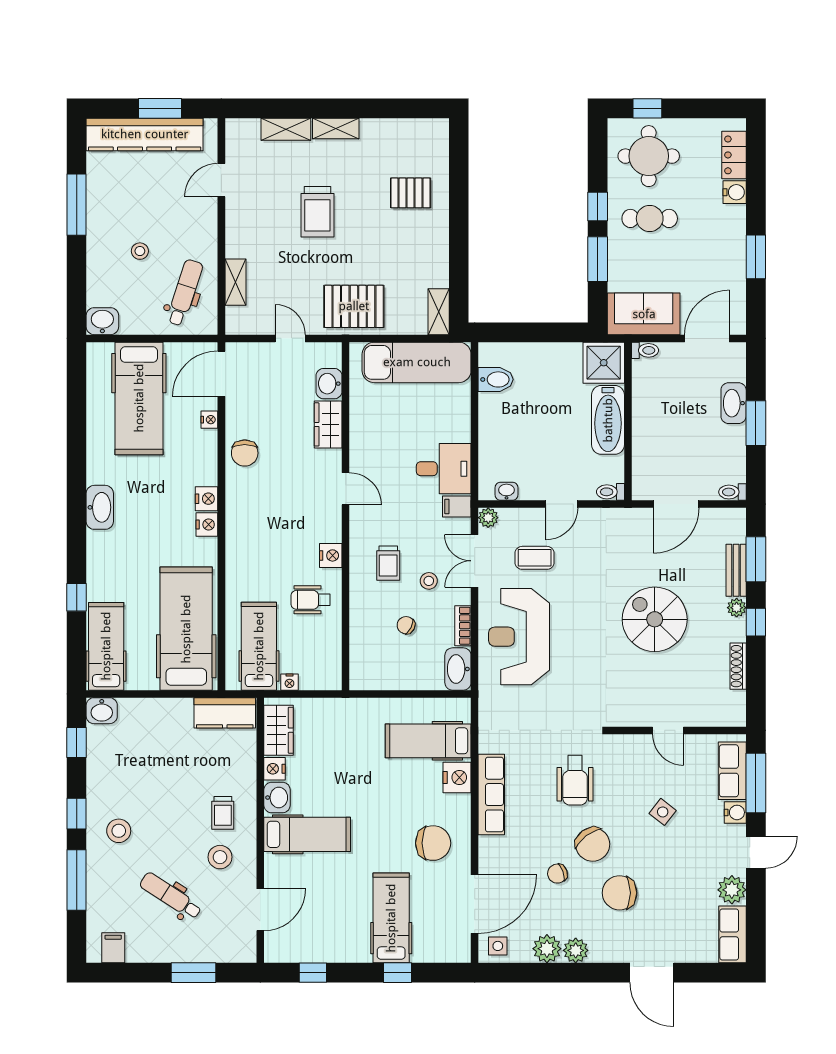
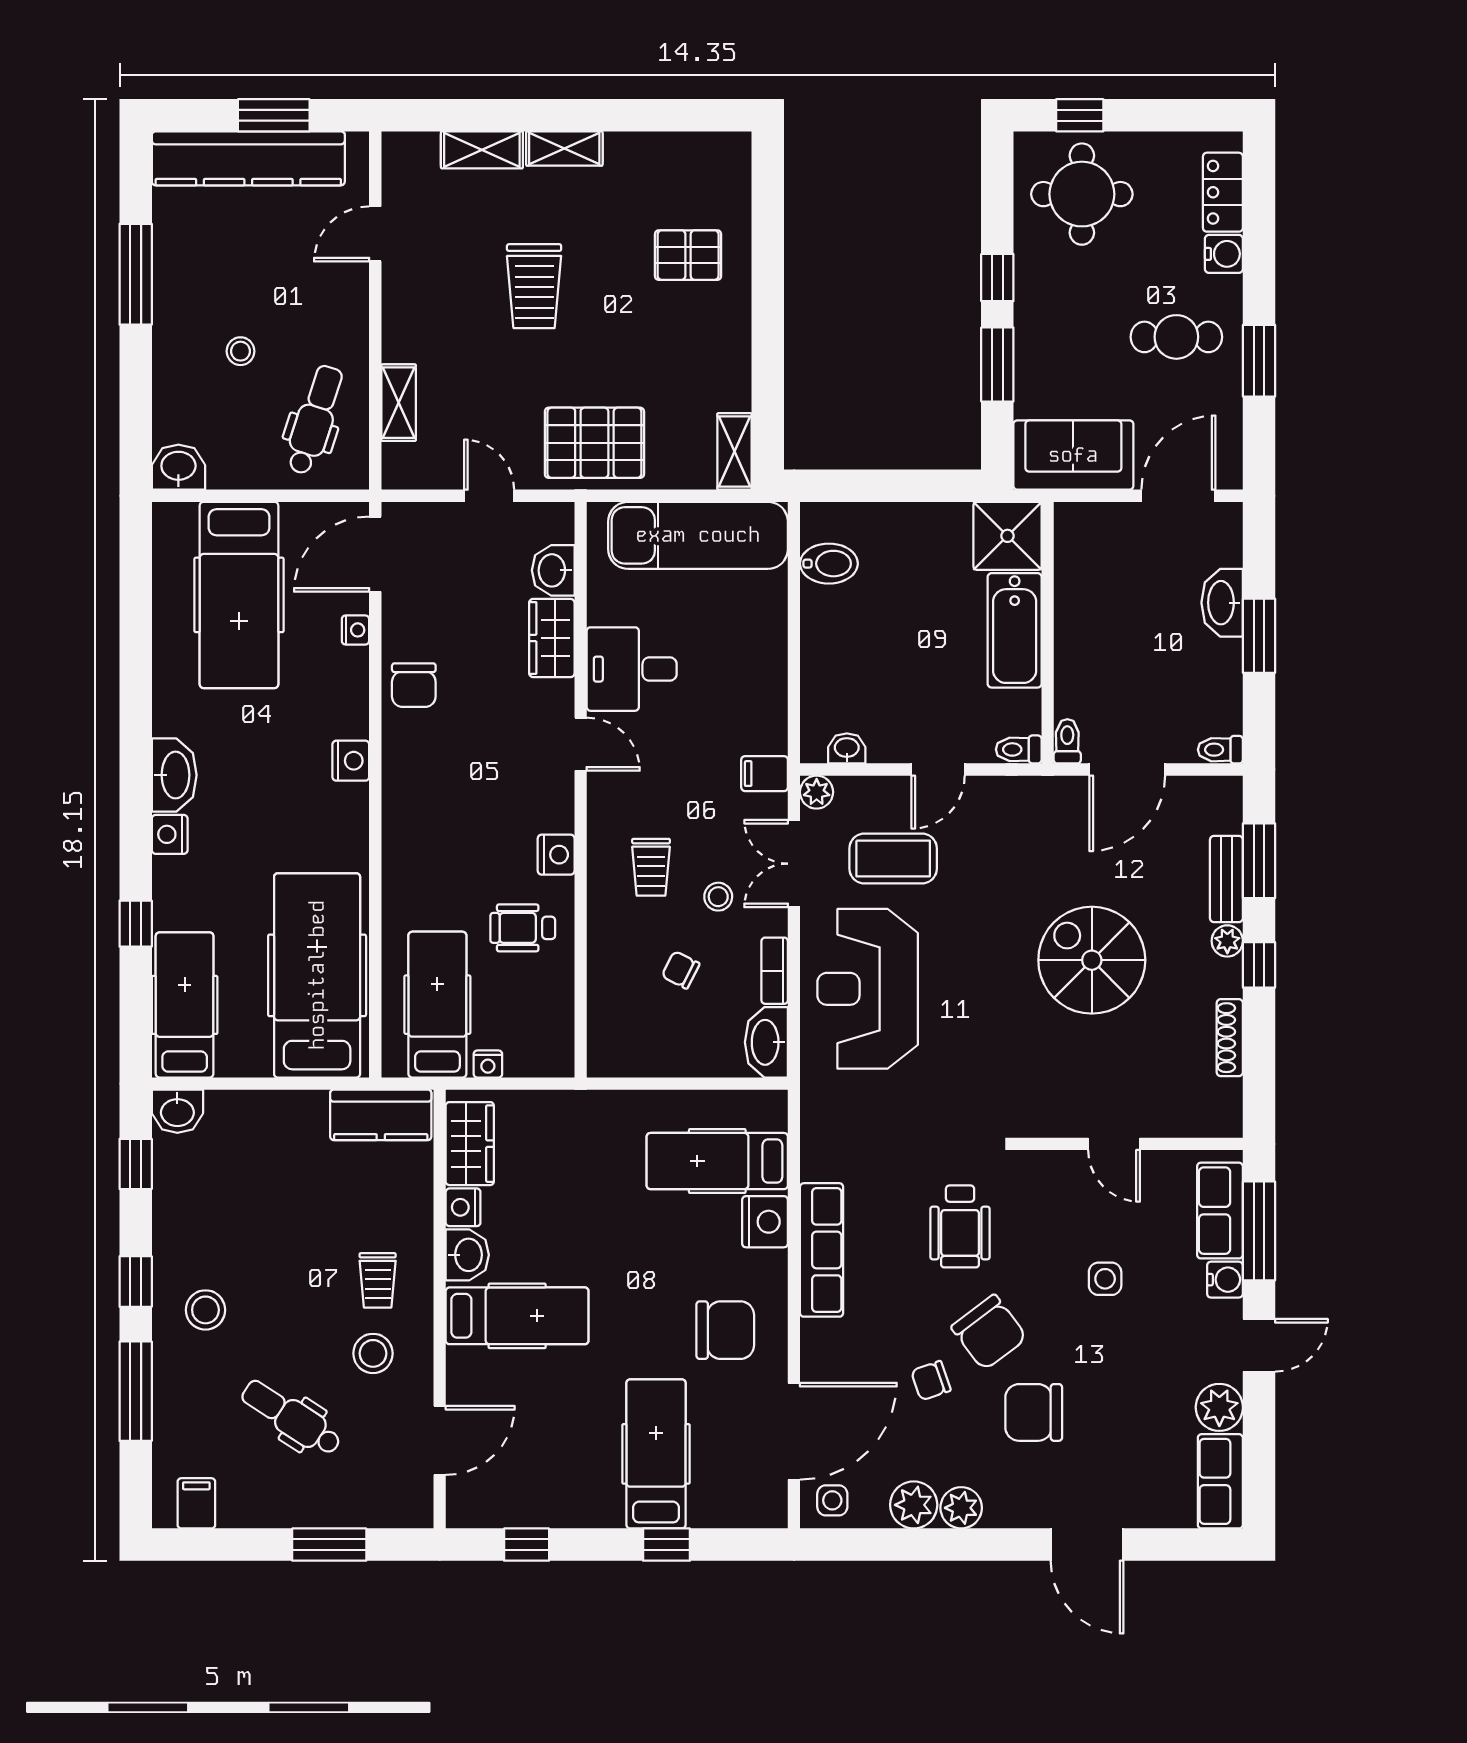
cafe table: (650, 218) -> (1176, 337), moved
toilet: (645, 350) -> (1067, 741), moved, turned -90
desk: (444, 469) -> (632, 669), moved, turned 180
nightstand: (207, 525) -> (170, 834), moved, turned 180
coffee table: (535, 558) -> (893, 858), width x1.36, depth x1.30
side table: (663, 812) -> (1105, 1279), turned -38

